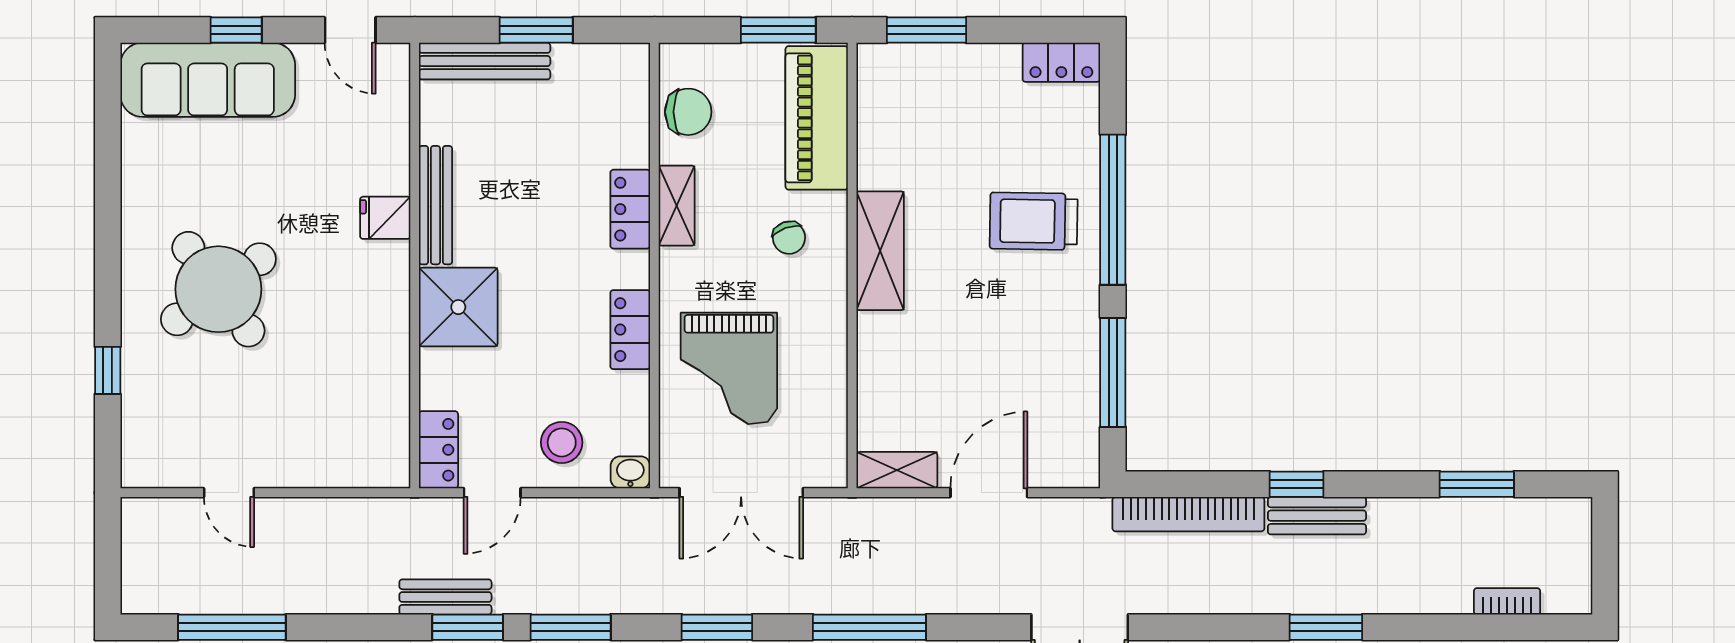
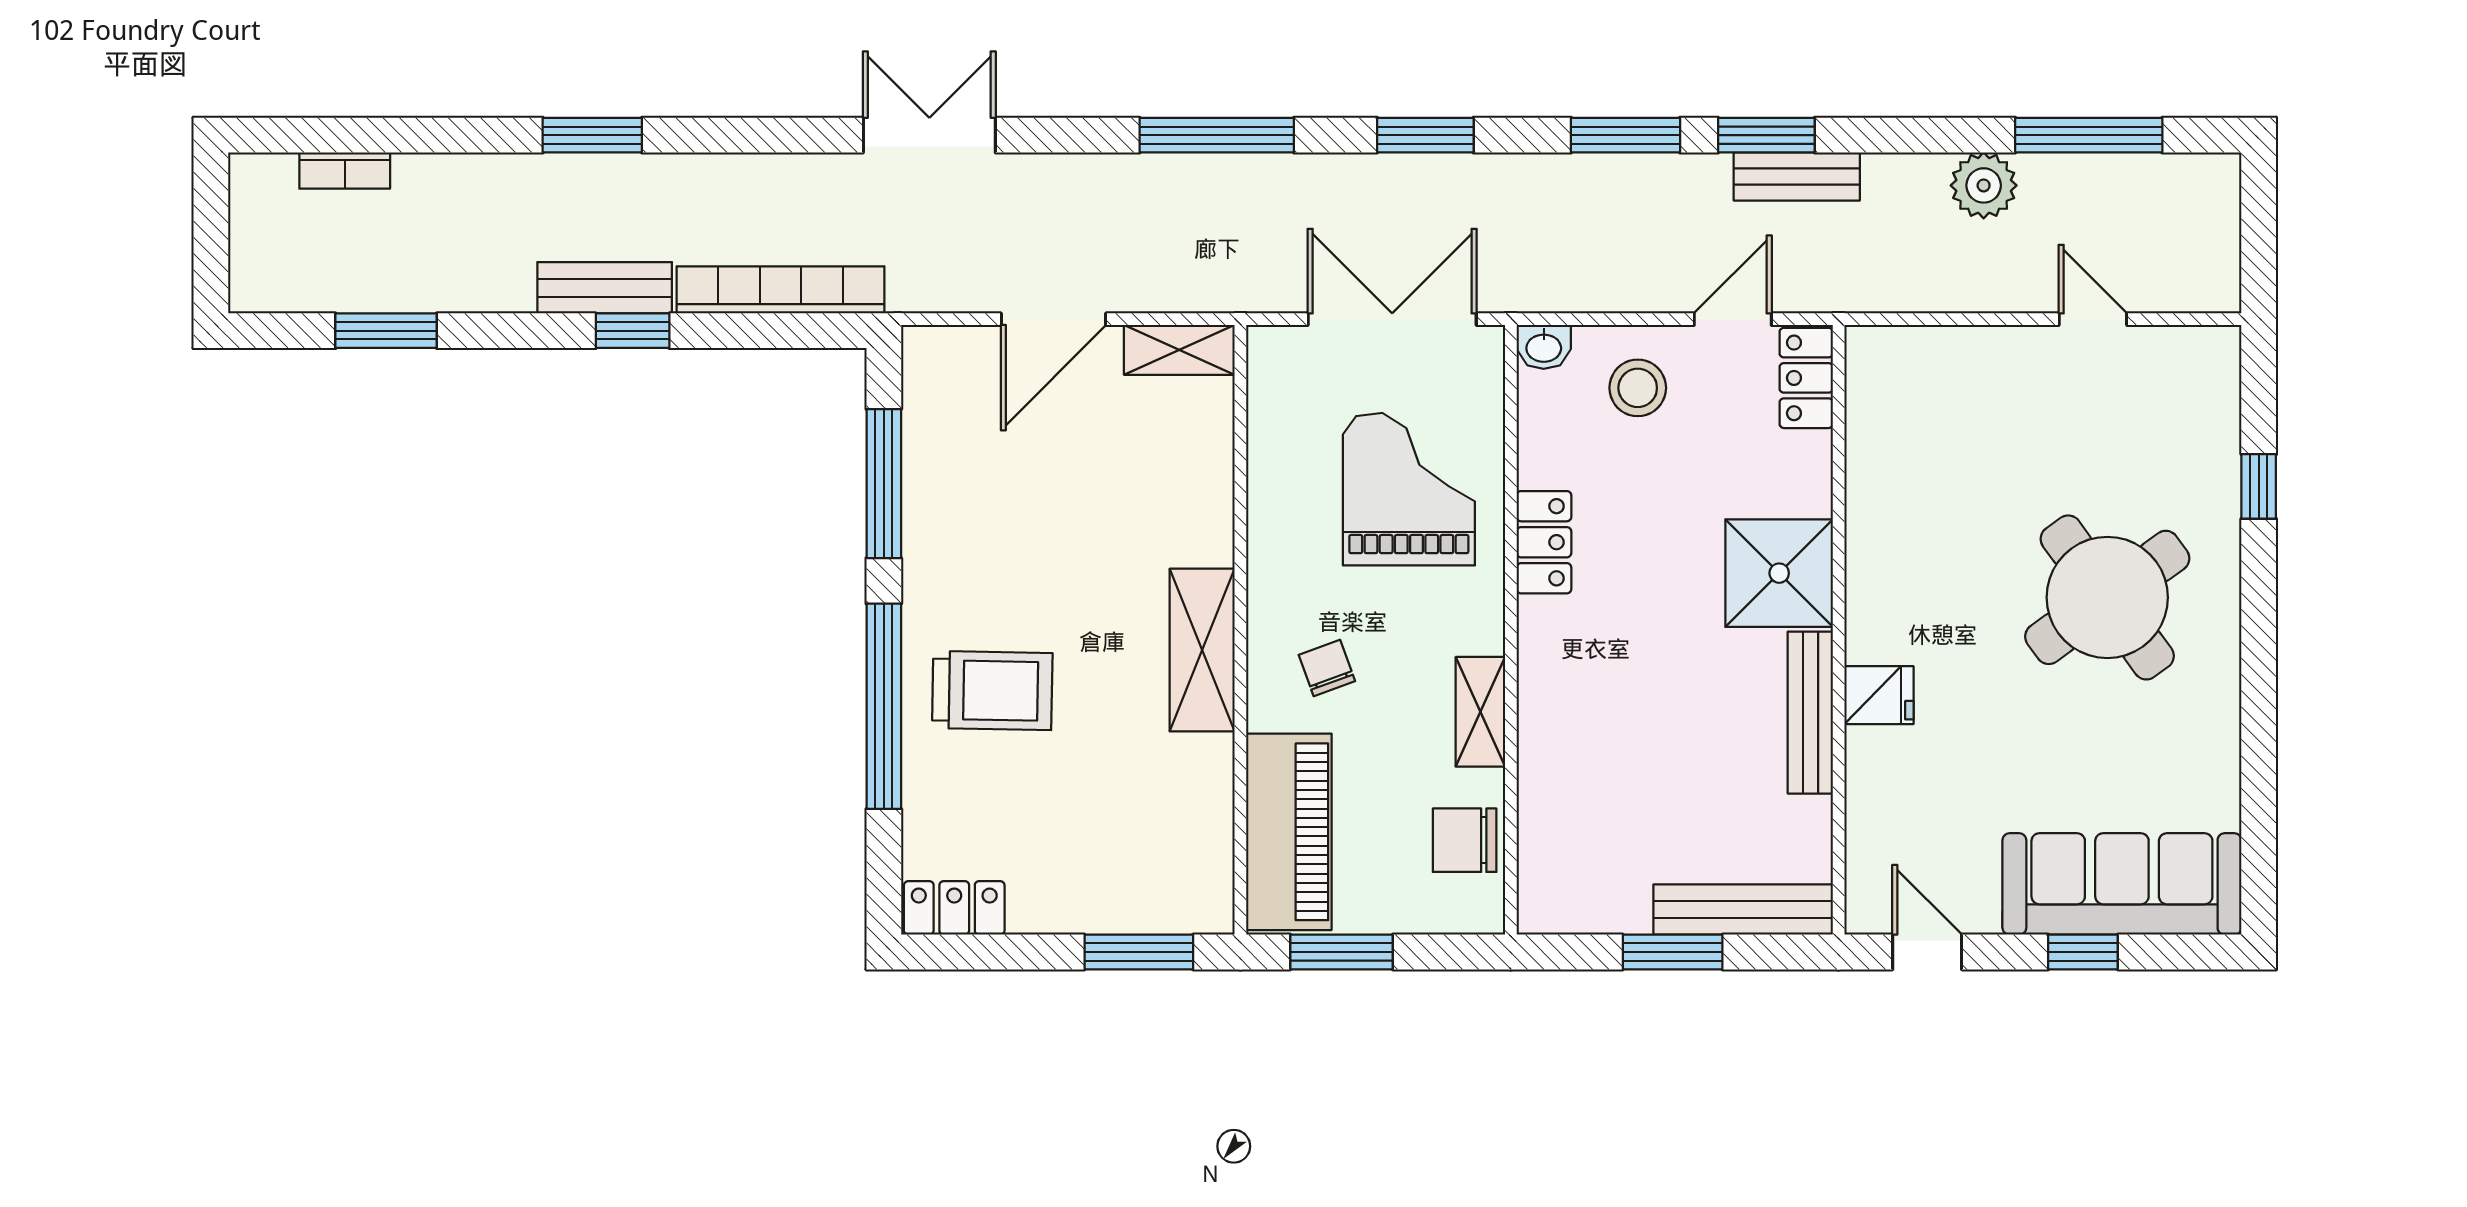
locker: (630, 209) -> (1544, 707), removed
plant: (309, 590) -> (1984, 185), added

